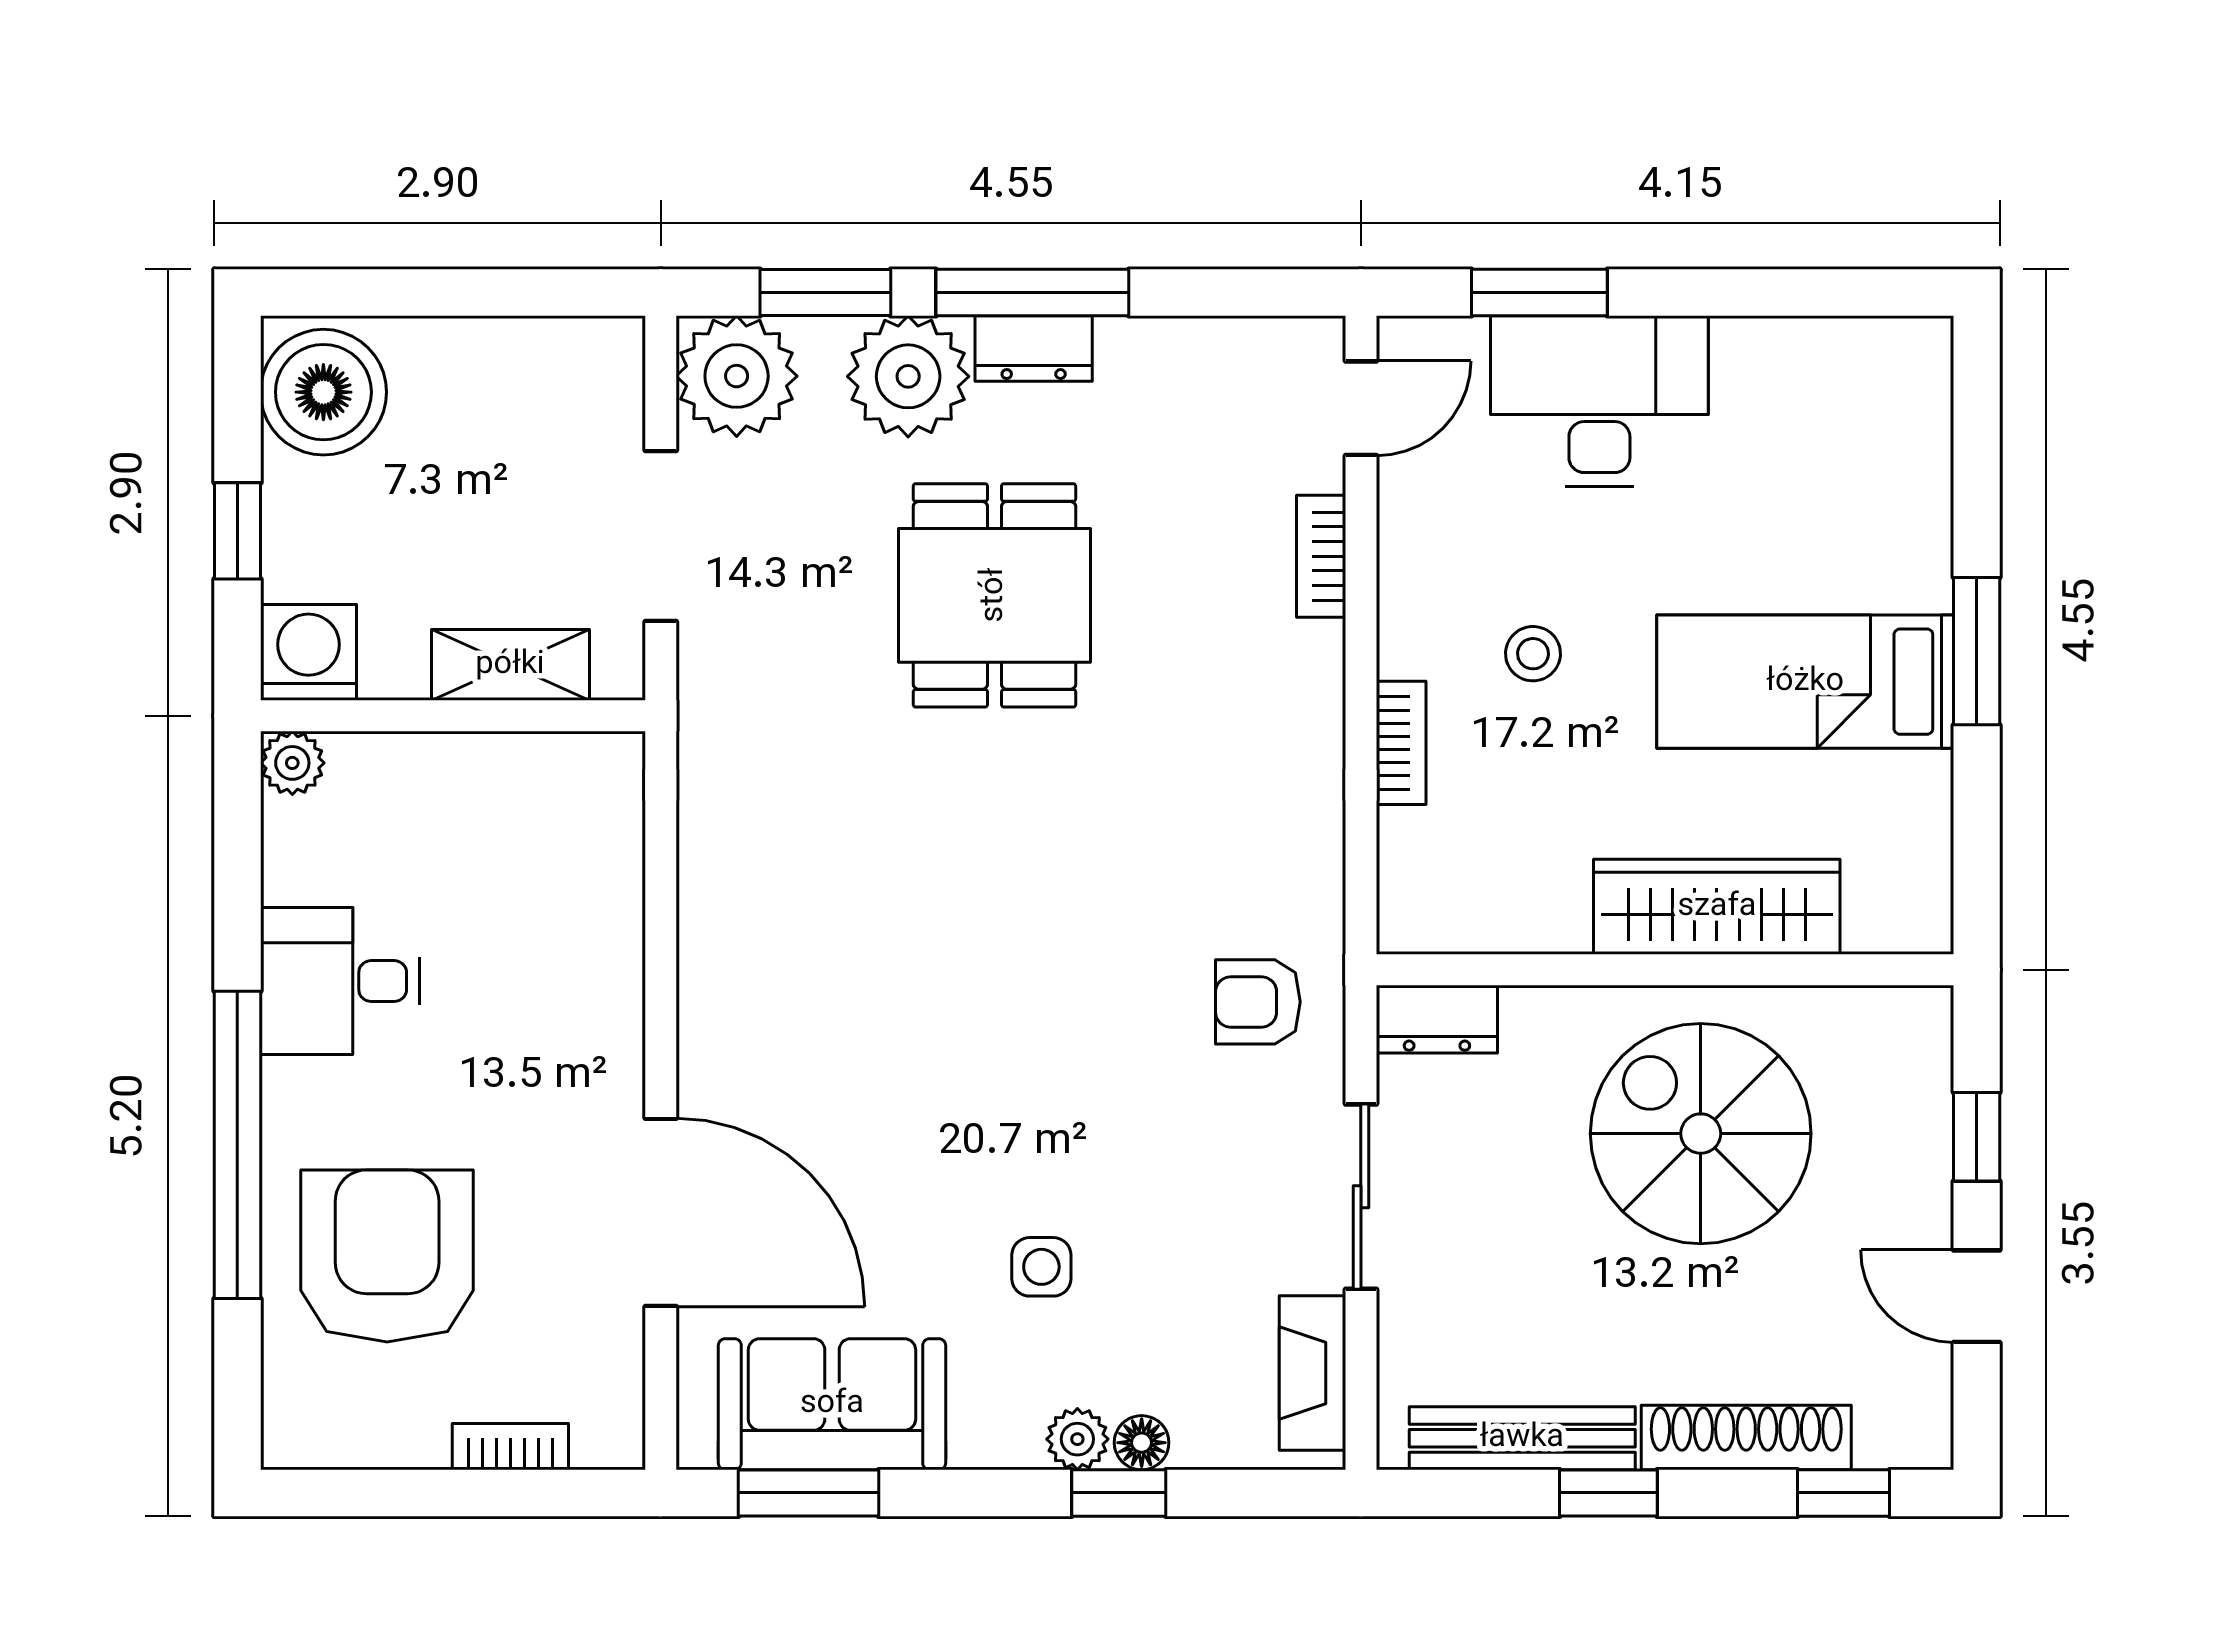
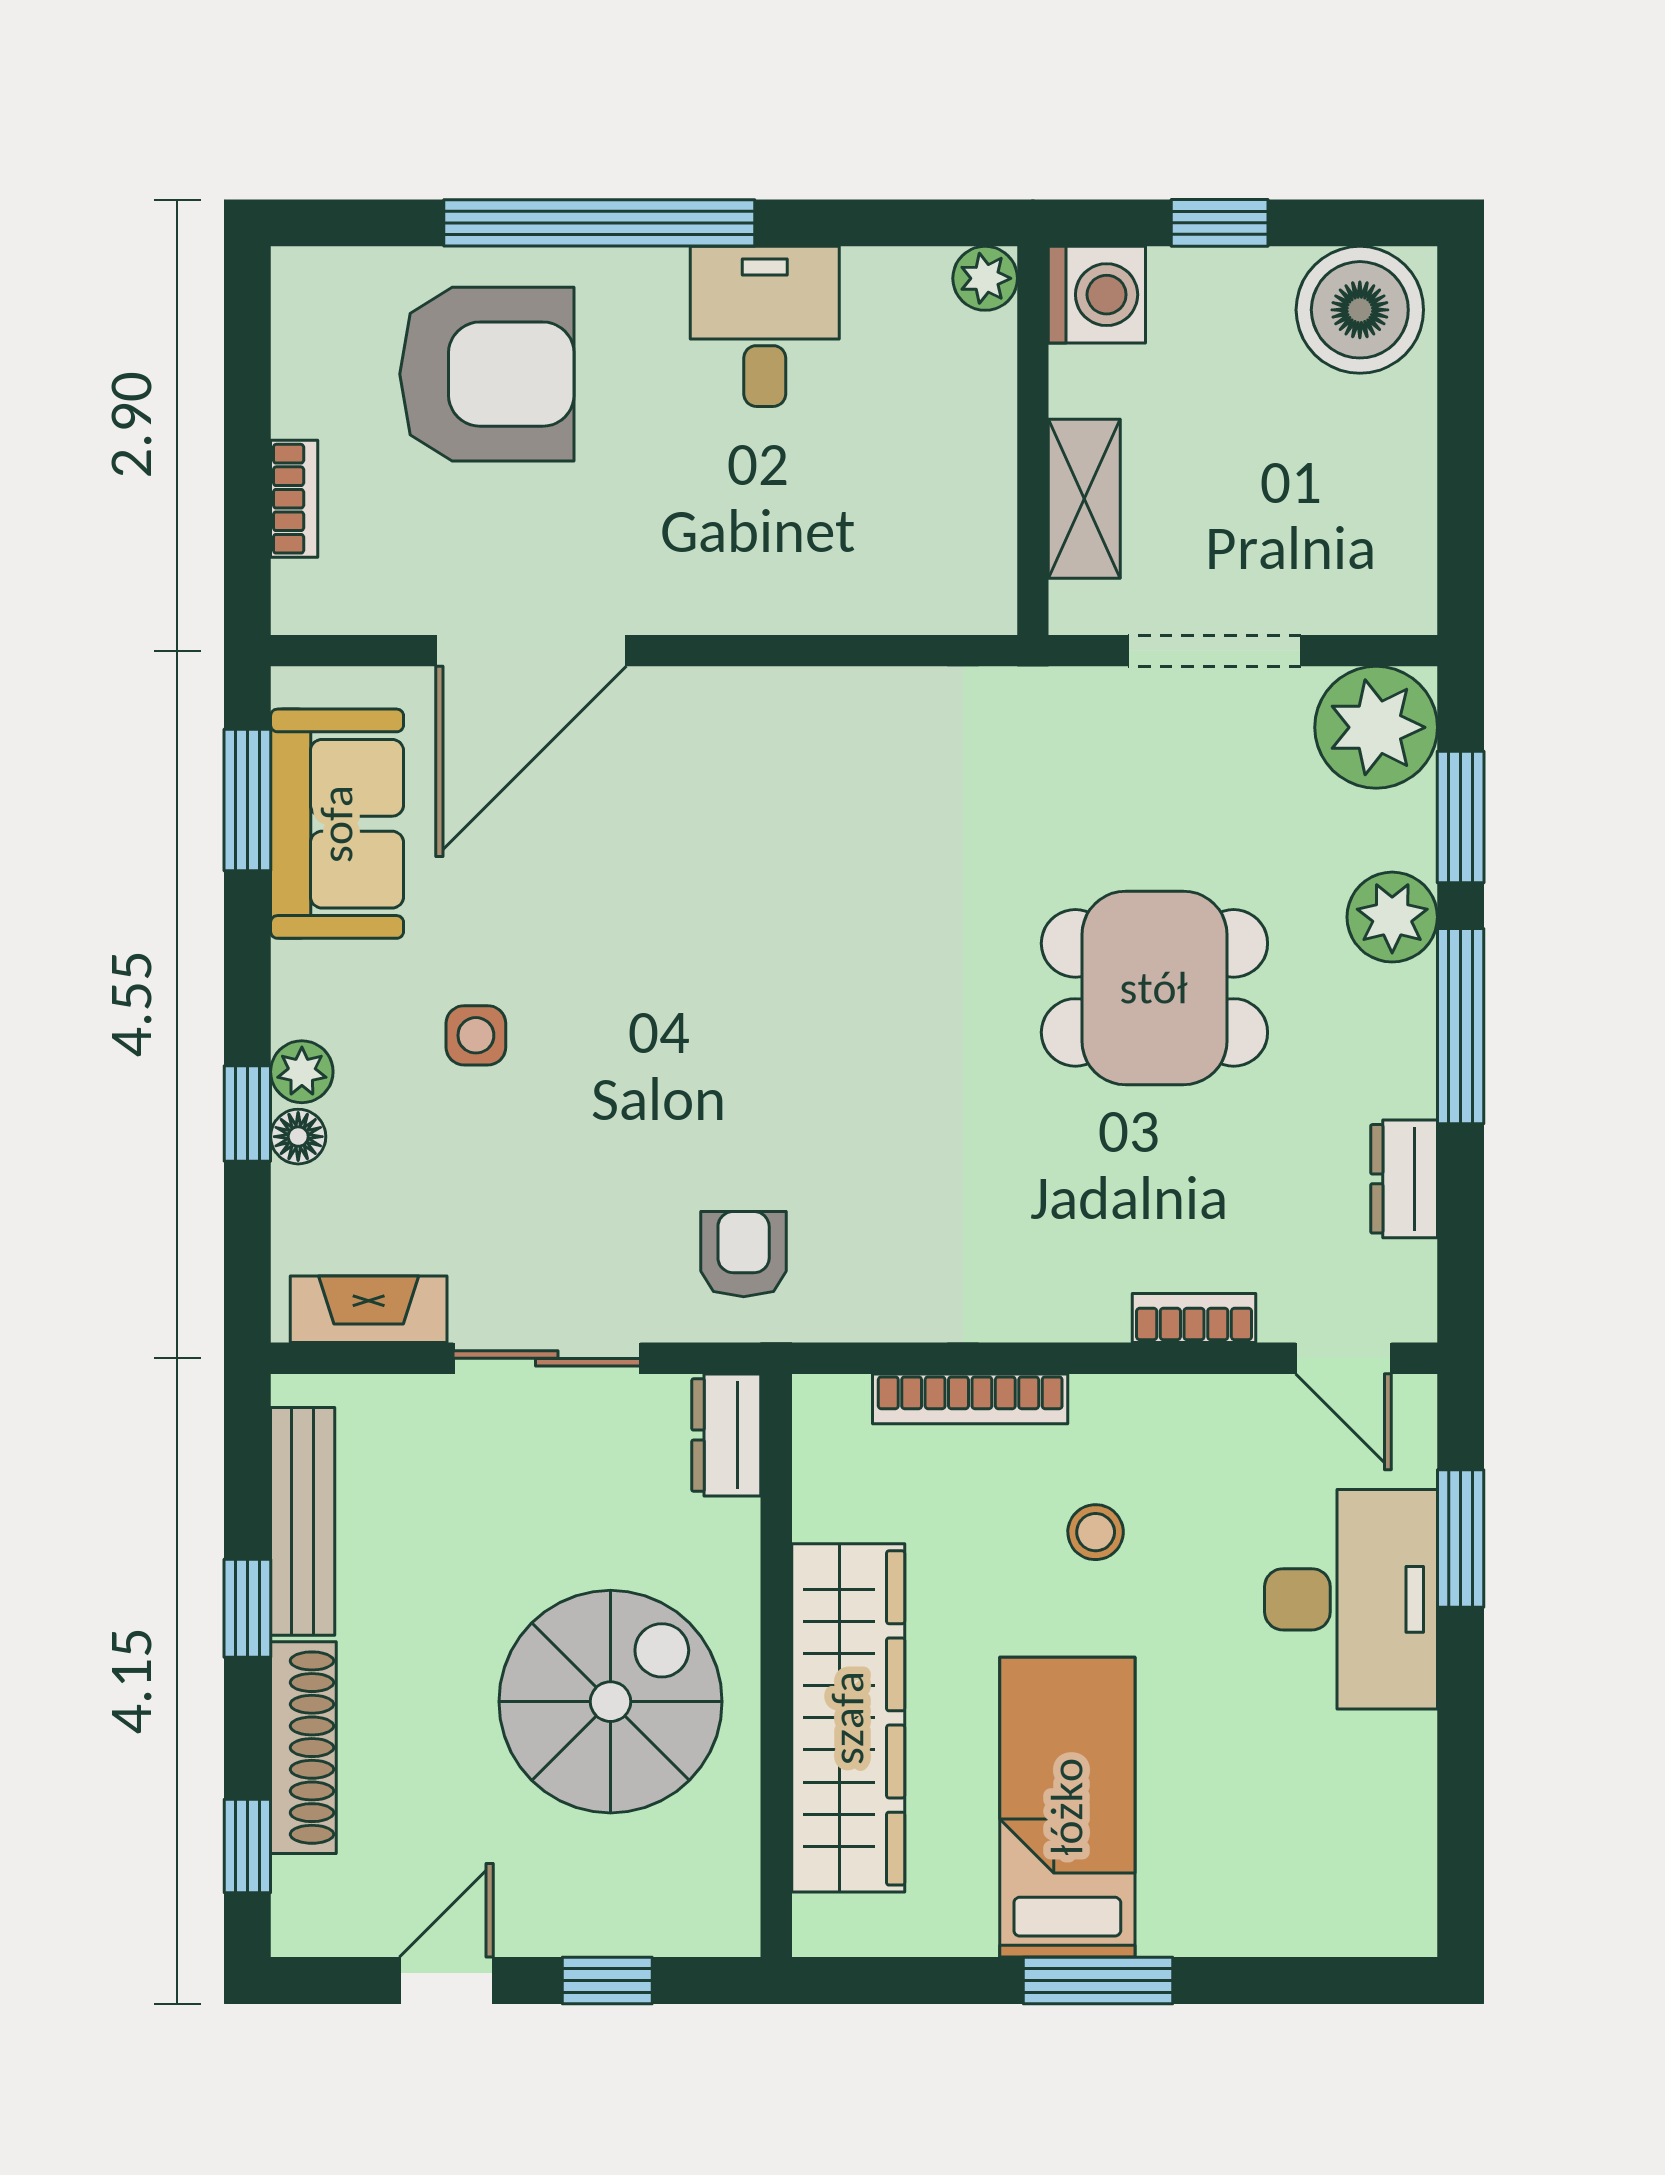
dresser: (1034, 348) -> (1404, 1179), moved
plant: (908, 376) -> (1392, 917), width x0.73, depth x0.73
bookcase: (1401, 743) -> (970, 1399), width x1.56
wardrobe: (1717, 907) -> (848, 1718), width x1.40, depth x1.17

